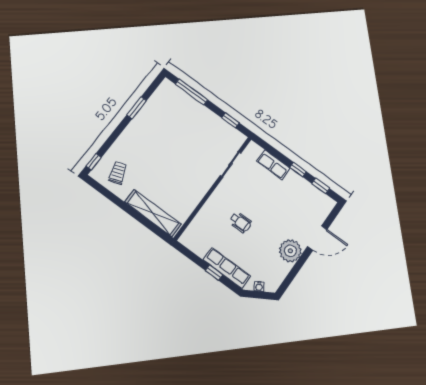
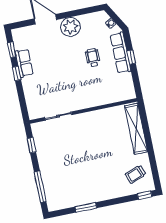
row of seats: (273, 165) -> (24, 63), moved
wheelchair: (240, 222) -> (93, 58), moved

